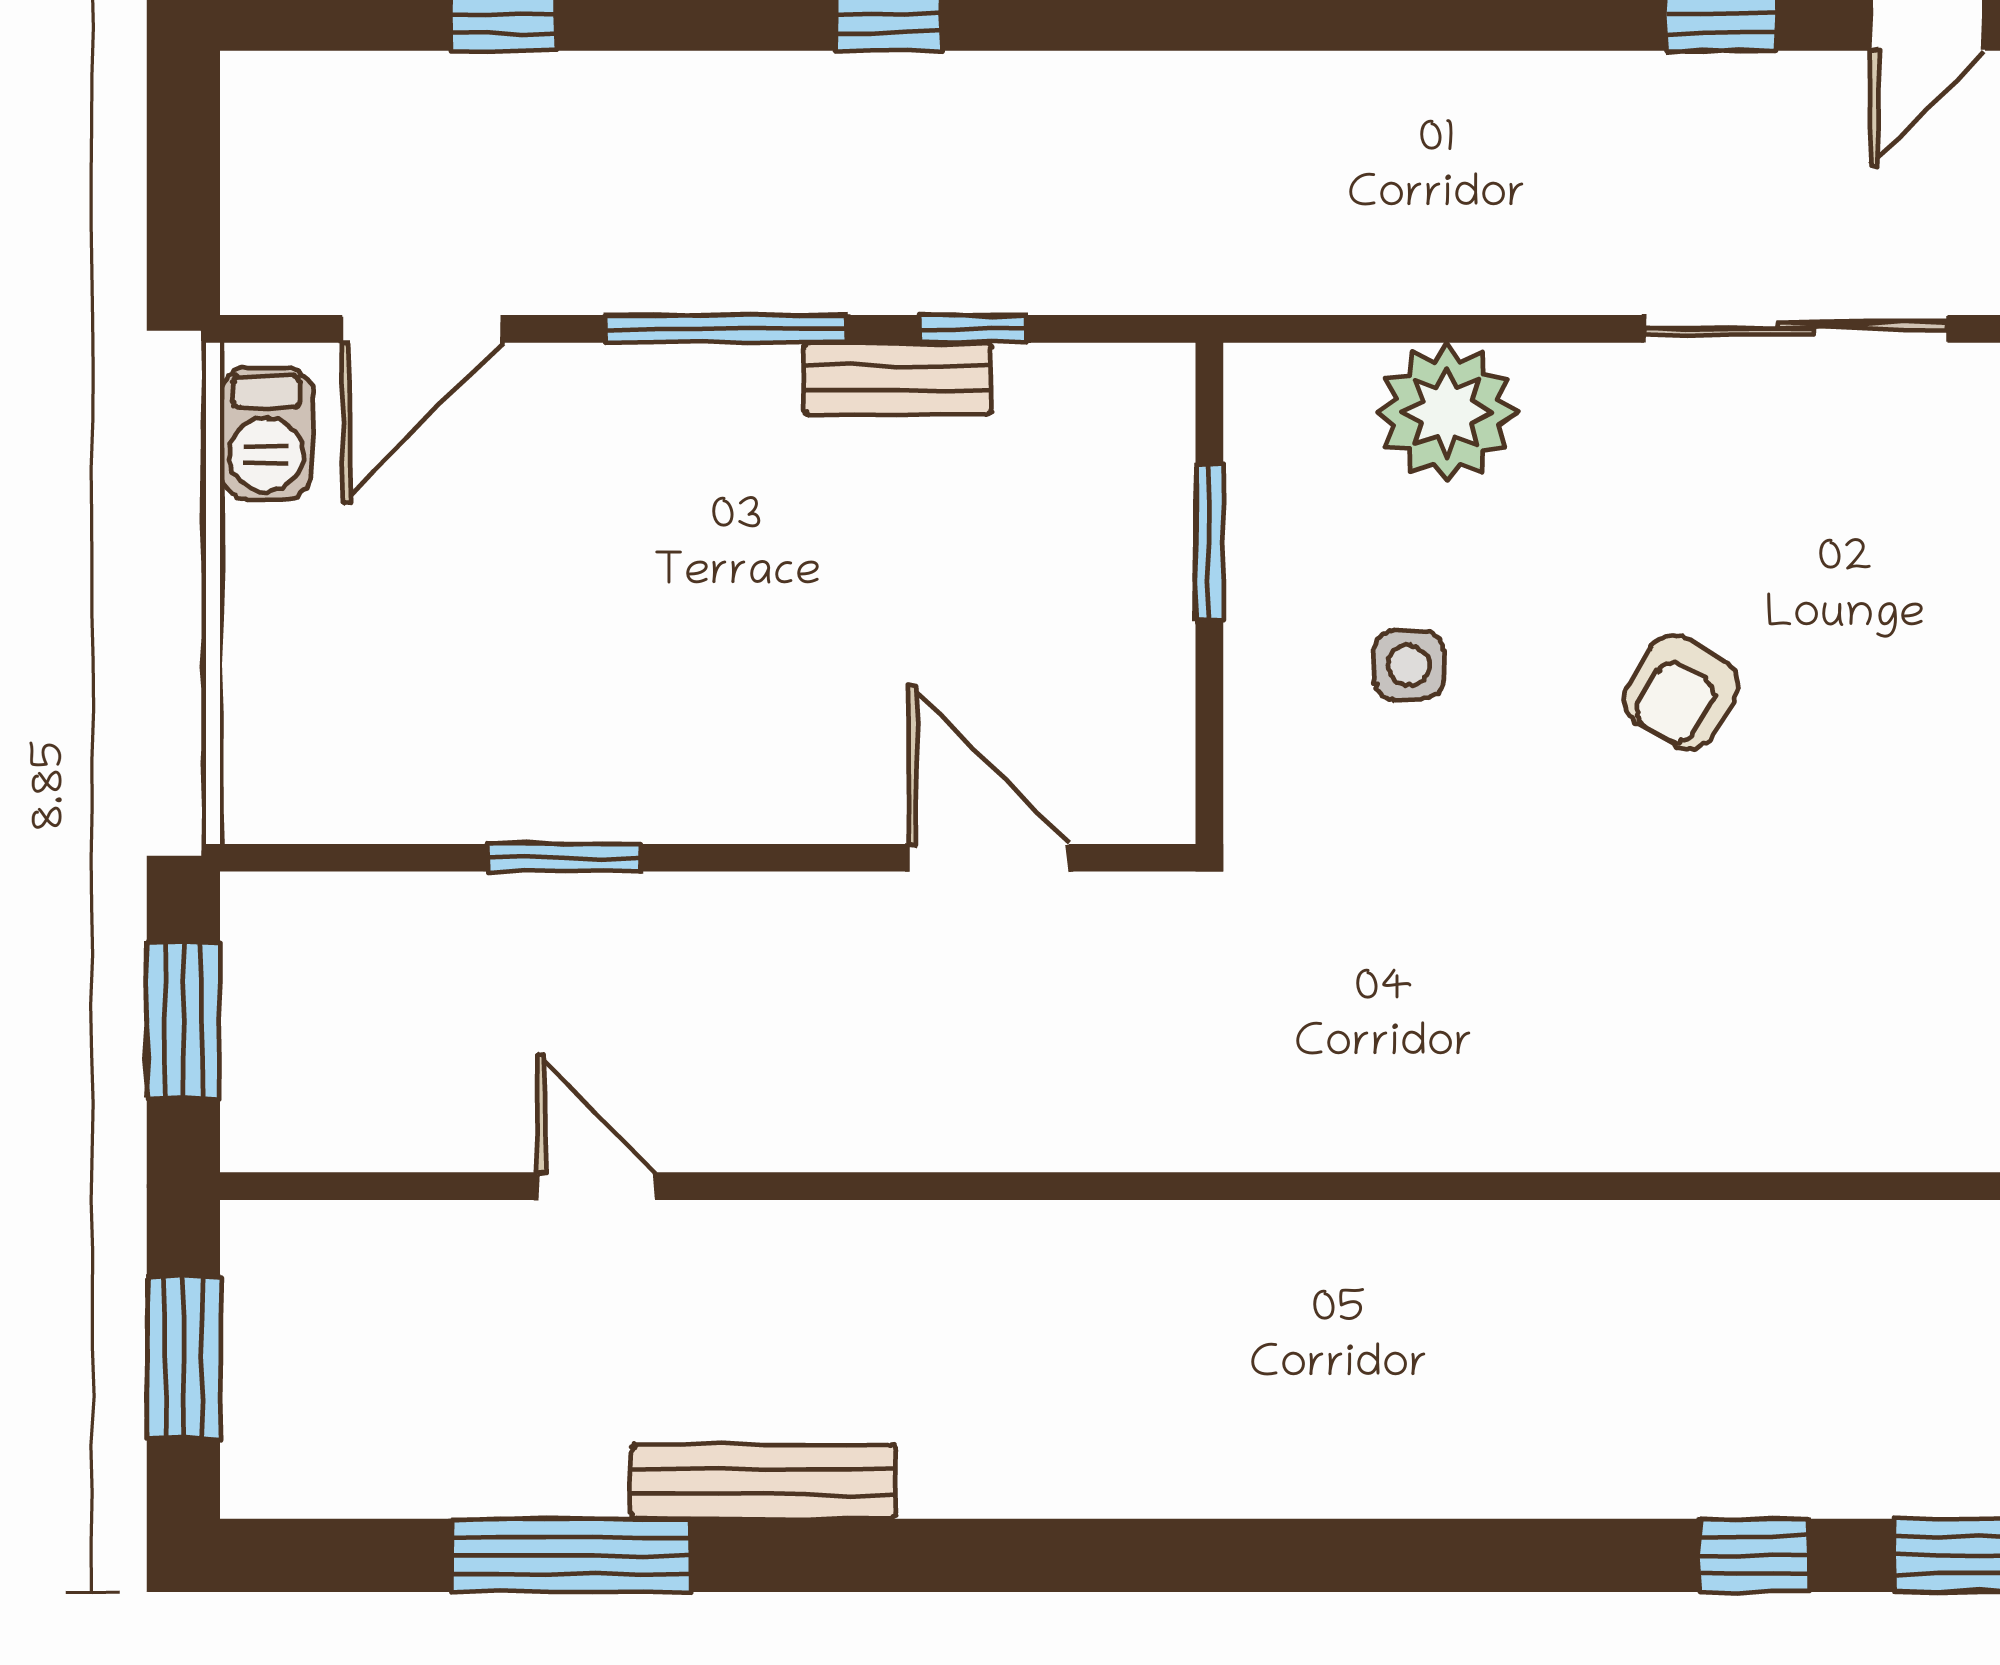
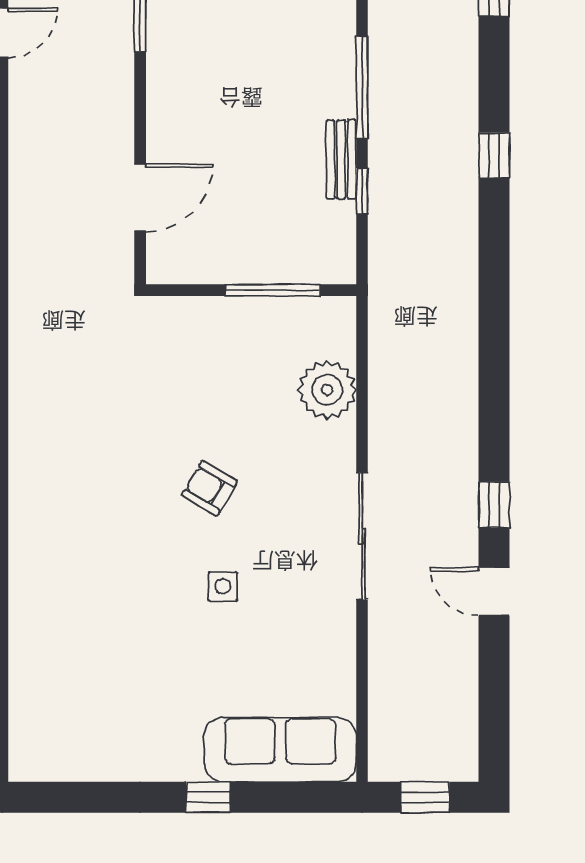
window: (1209, 542) -> (273, 290), width x1.44
side table: (1409, 665) -> (223, 586), moved

